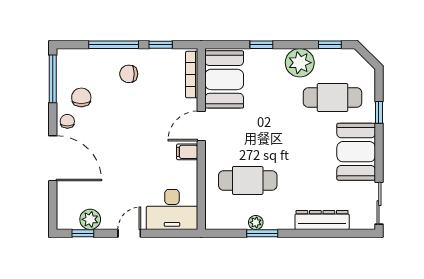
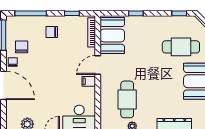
window: (114, 45) -> (31, 13), moved
plant: (300, 63) -> (160, 25), removed
cafe table: (248, 180) -> (127, 99), turned 90

